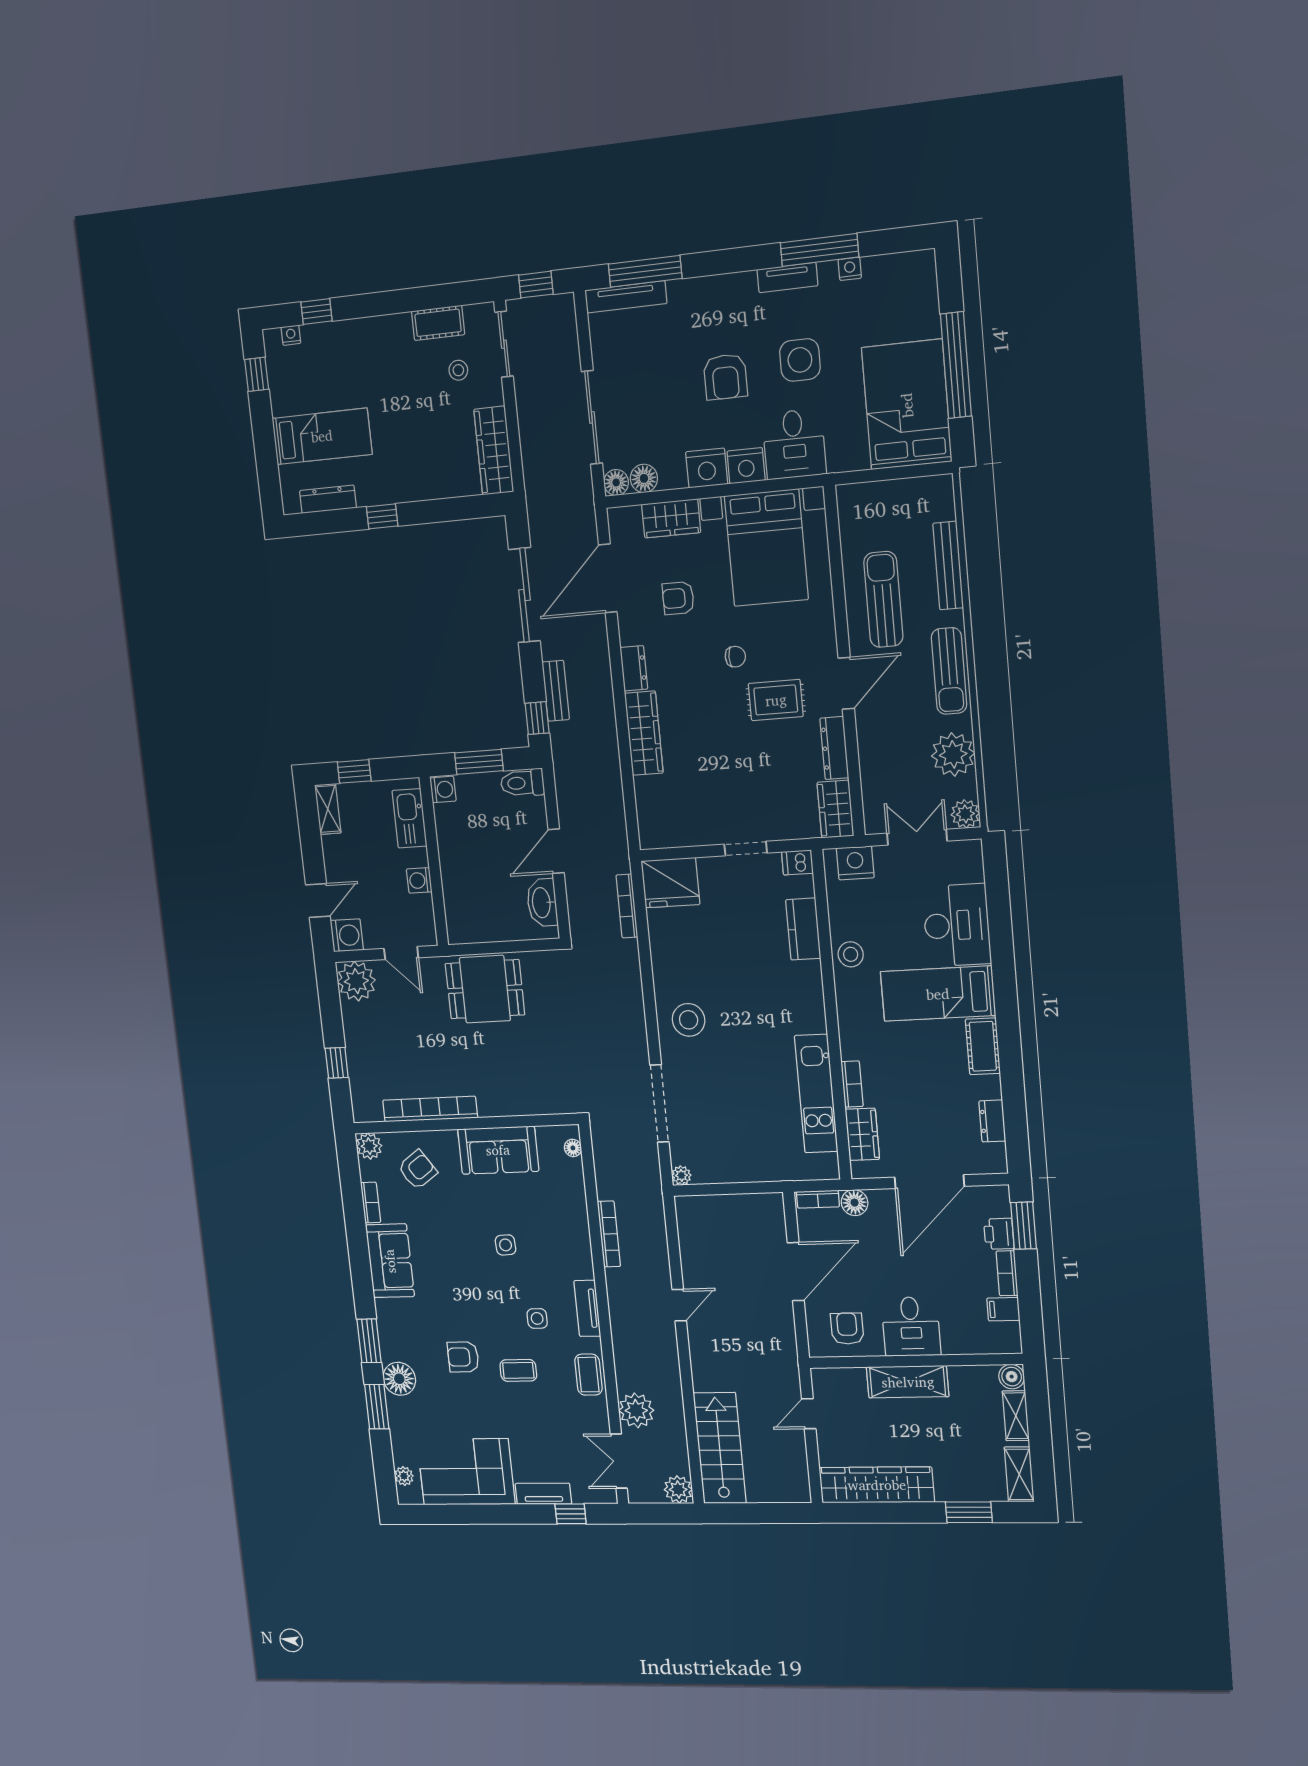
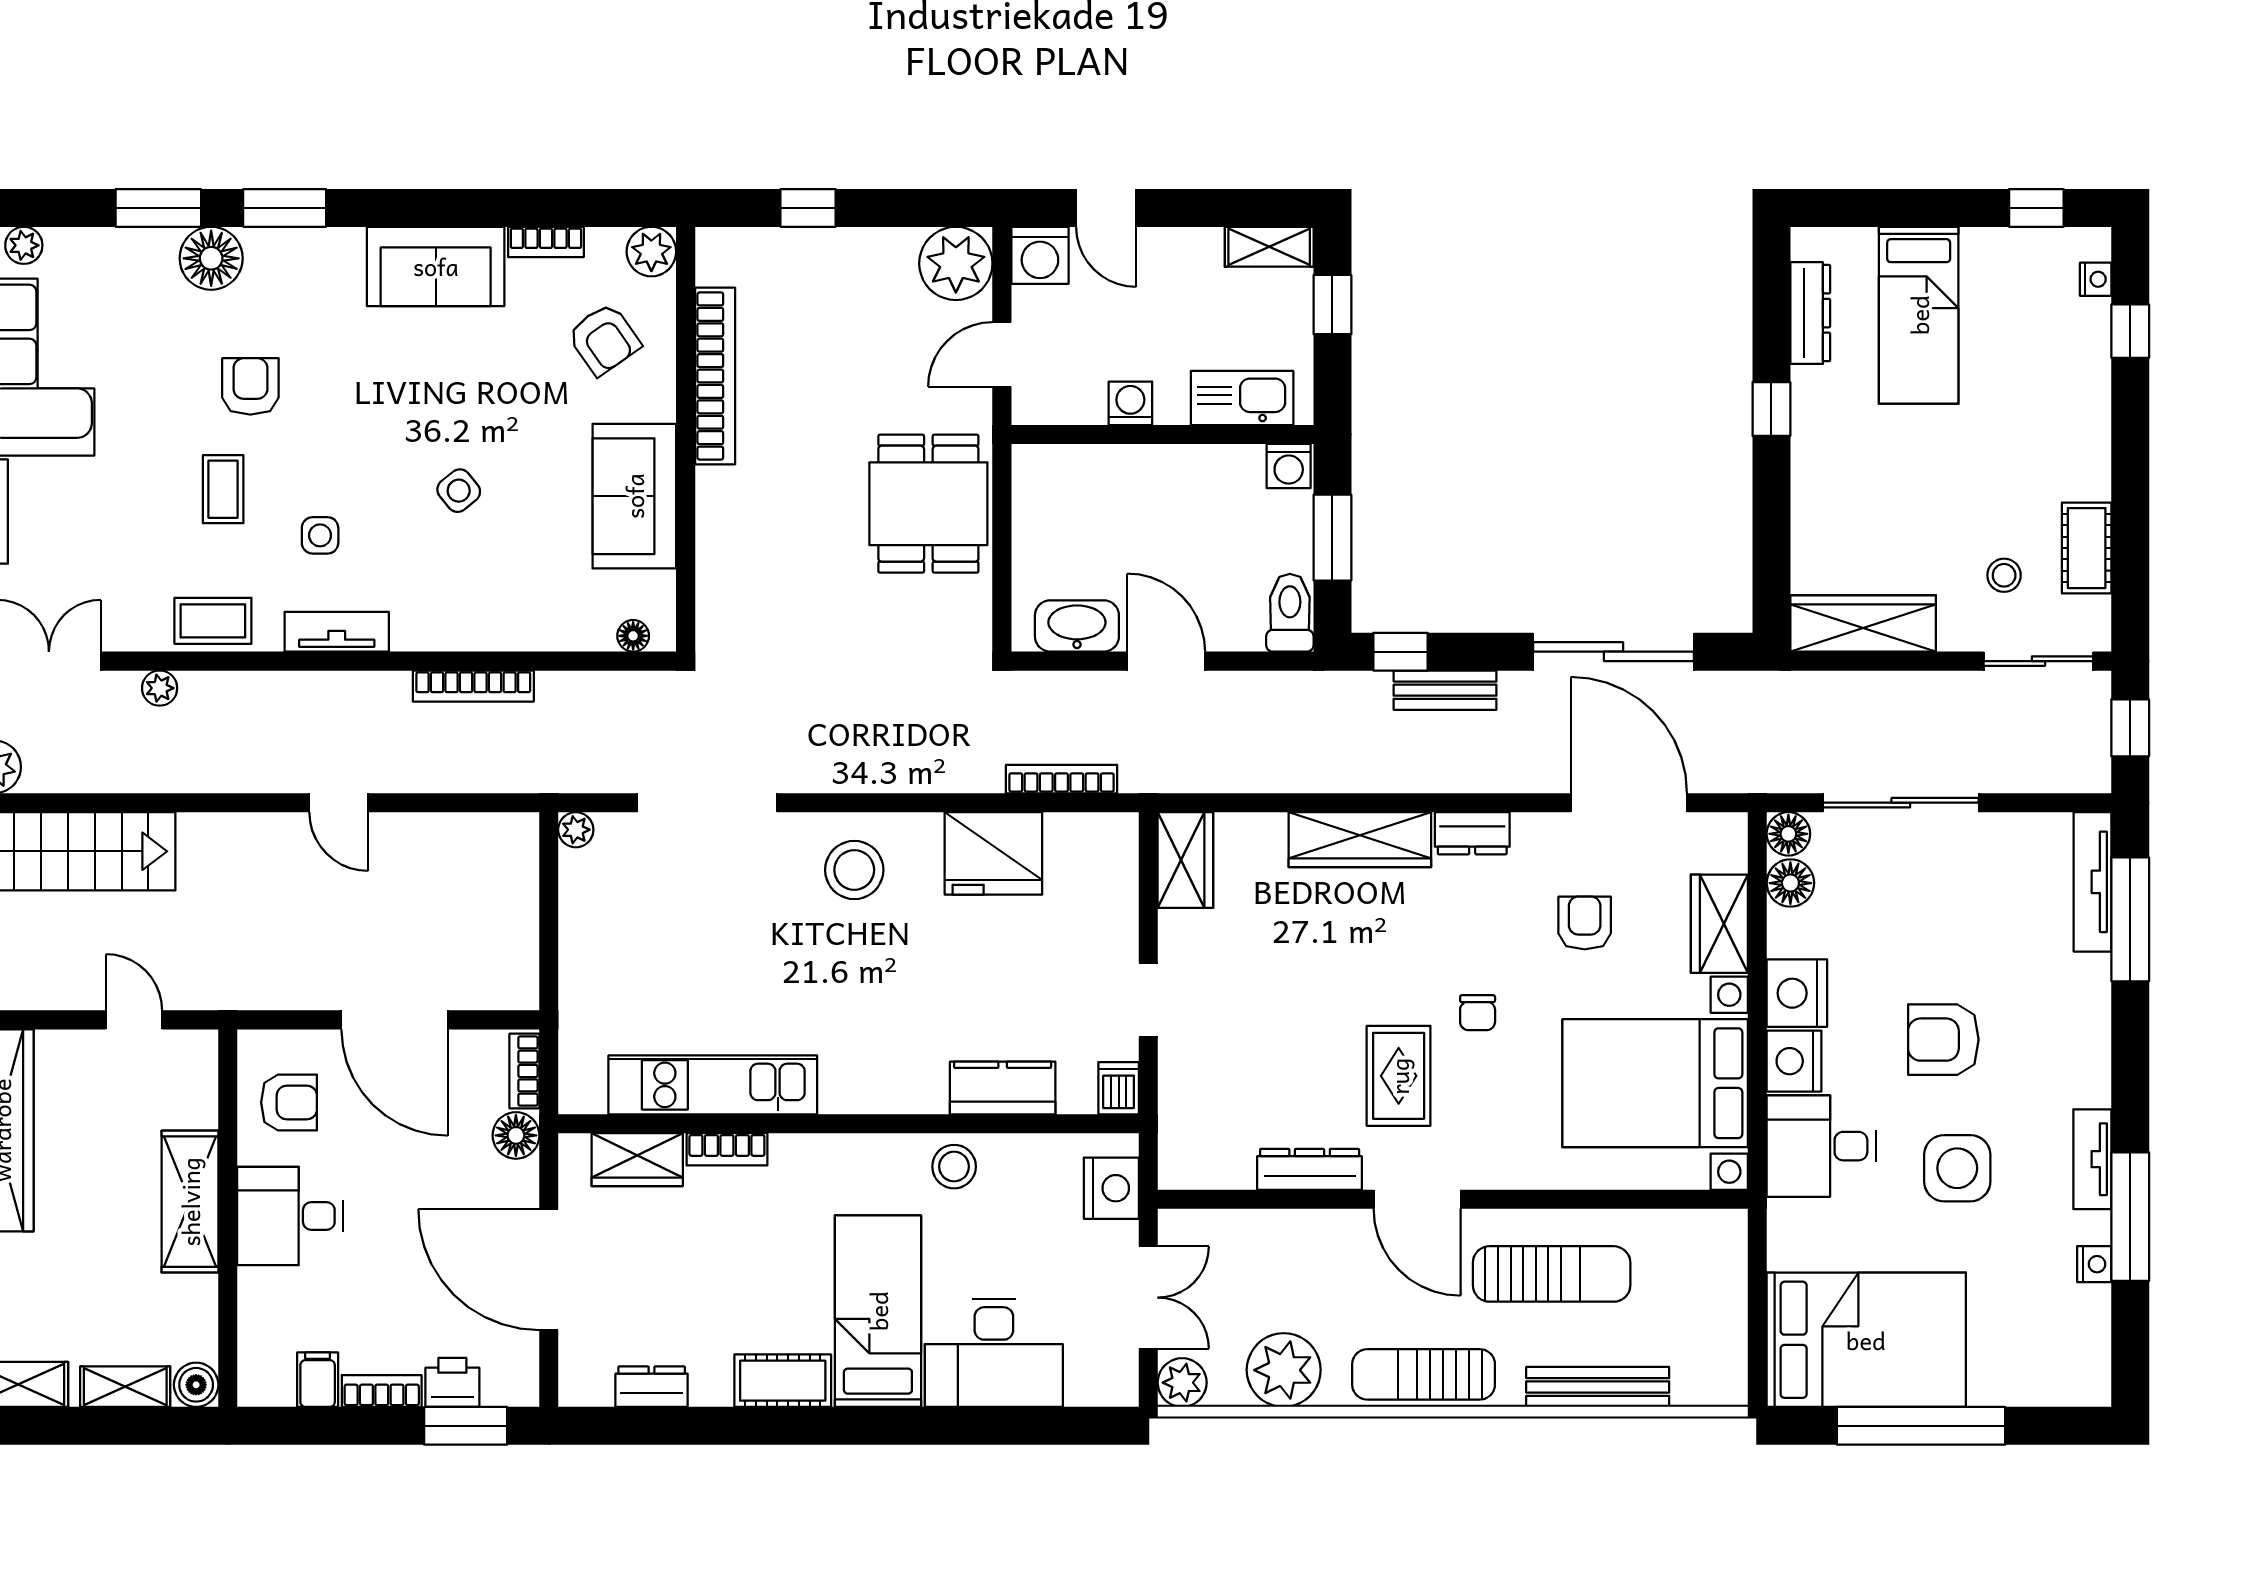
wardrobe: (835, 809) -> (1185, 860), moved, turned 90
fridge: (671, 883) -> (993, 853), moved, turned -90
side table: (506, 1245) -> (459, 491), turned -36
plant: (636, 1410) -> (160, 688), width x0.53, depth x0.53

